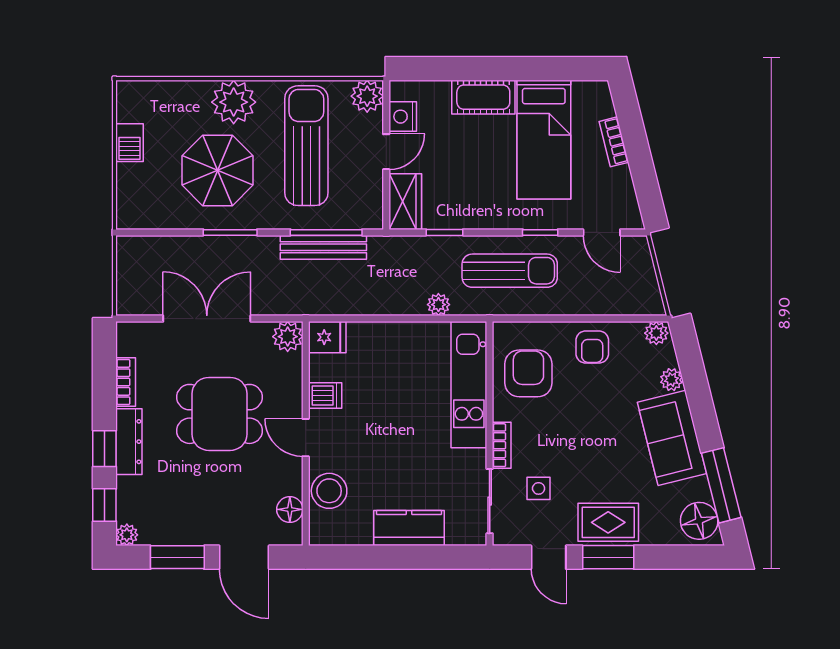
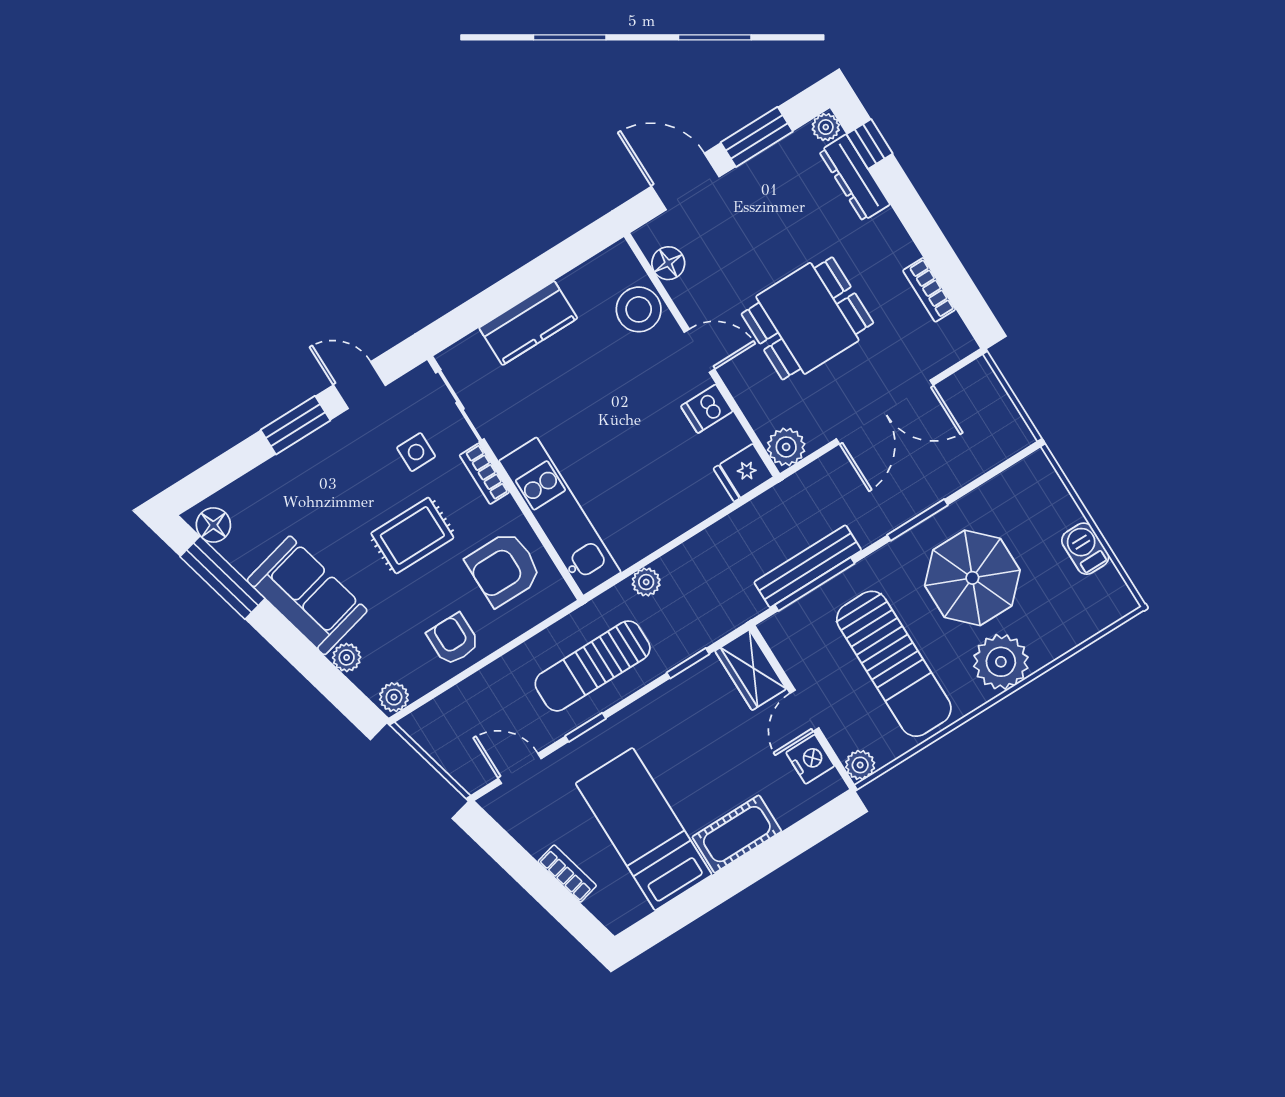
plant: (367, 96) -> (860, 765), width x0.73, depth x0.73
armchair: (528, 373) -> (504, 569), turned 90
dresser: (129, 442) -> (854, 178), moved
window: (104, 449) -> (907, 204), removed
floor lamp: (699, 521) -> (213, 525), width x0.73, depth x0.73
rug: (608, 522) -> (412, 535), moved

